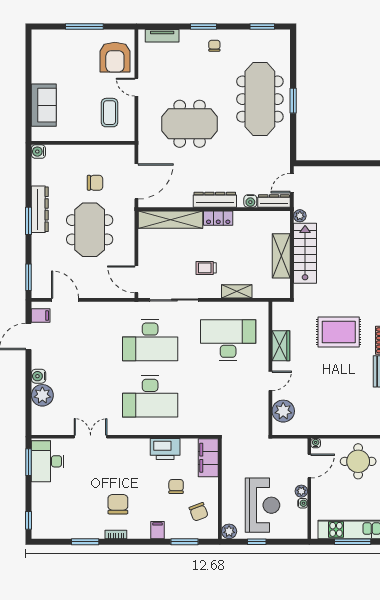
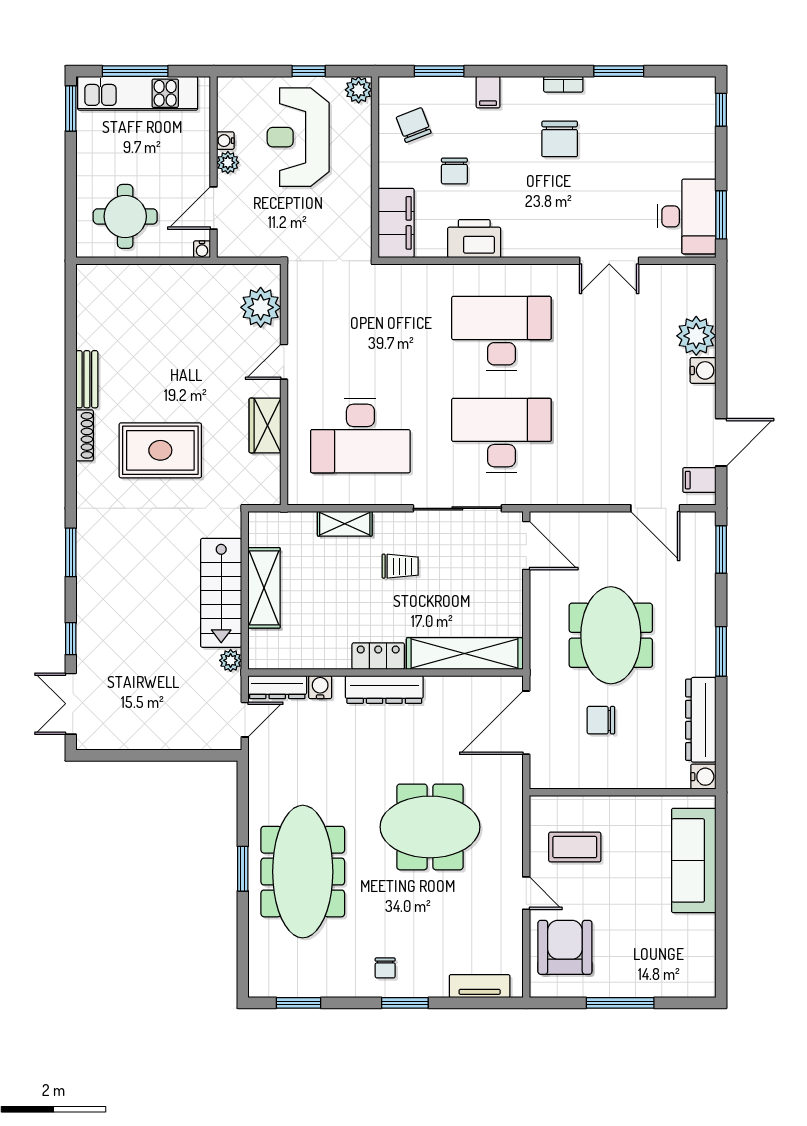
sofa: (44, 105) -> (694, 860), width x1.36
coffee table: (110, 113) -> (575, 847), turned 90
dresser: (40, 209) -> (701, 720), moved

